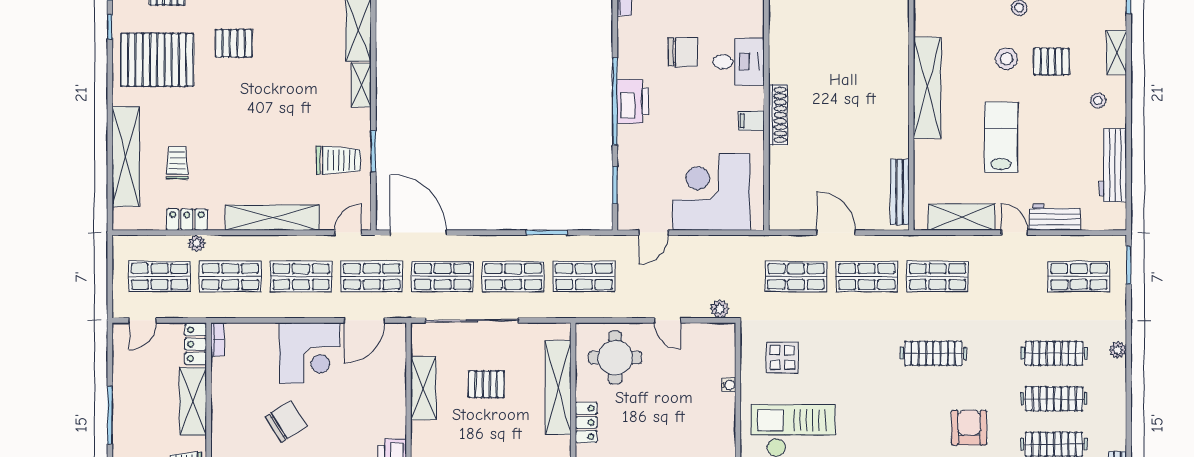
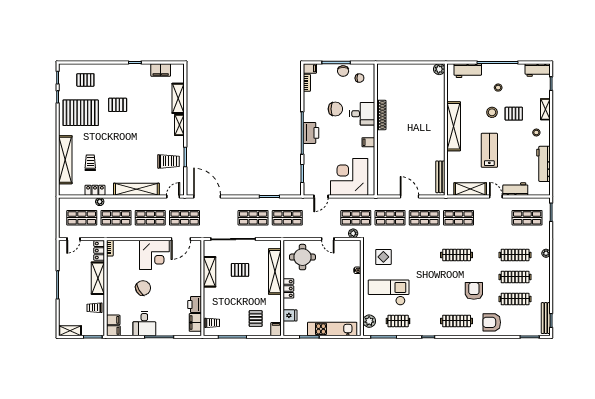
shoe rack: (778, 115) -> (381, 115), moved
shop shelf: (442, 277) -> (356, 218), moved

